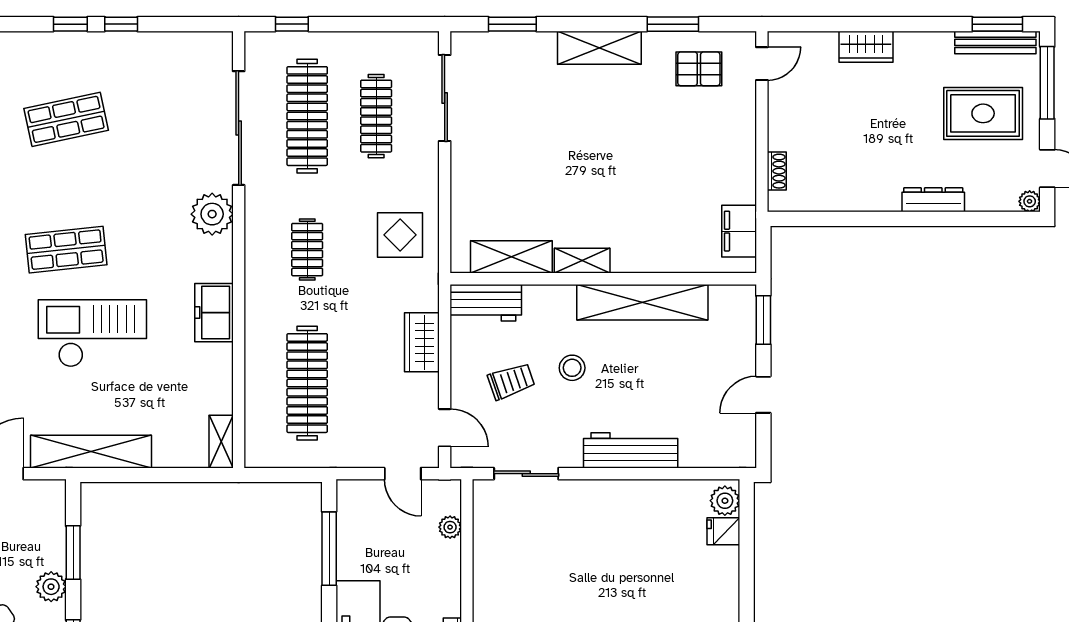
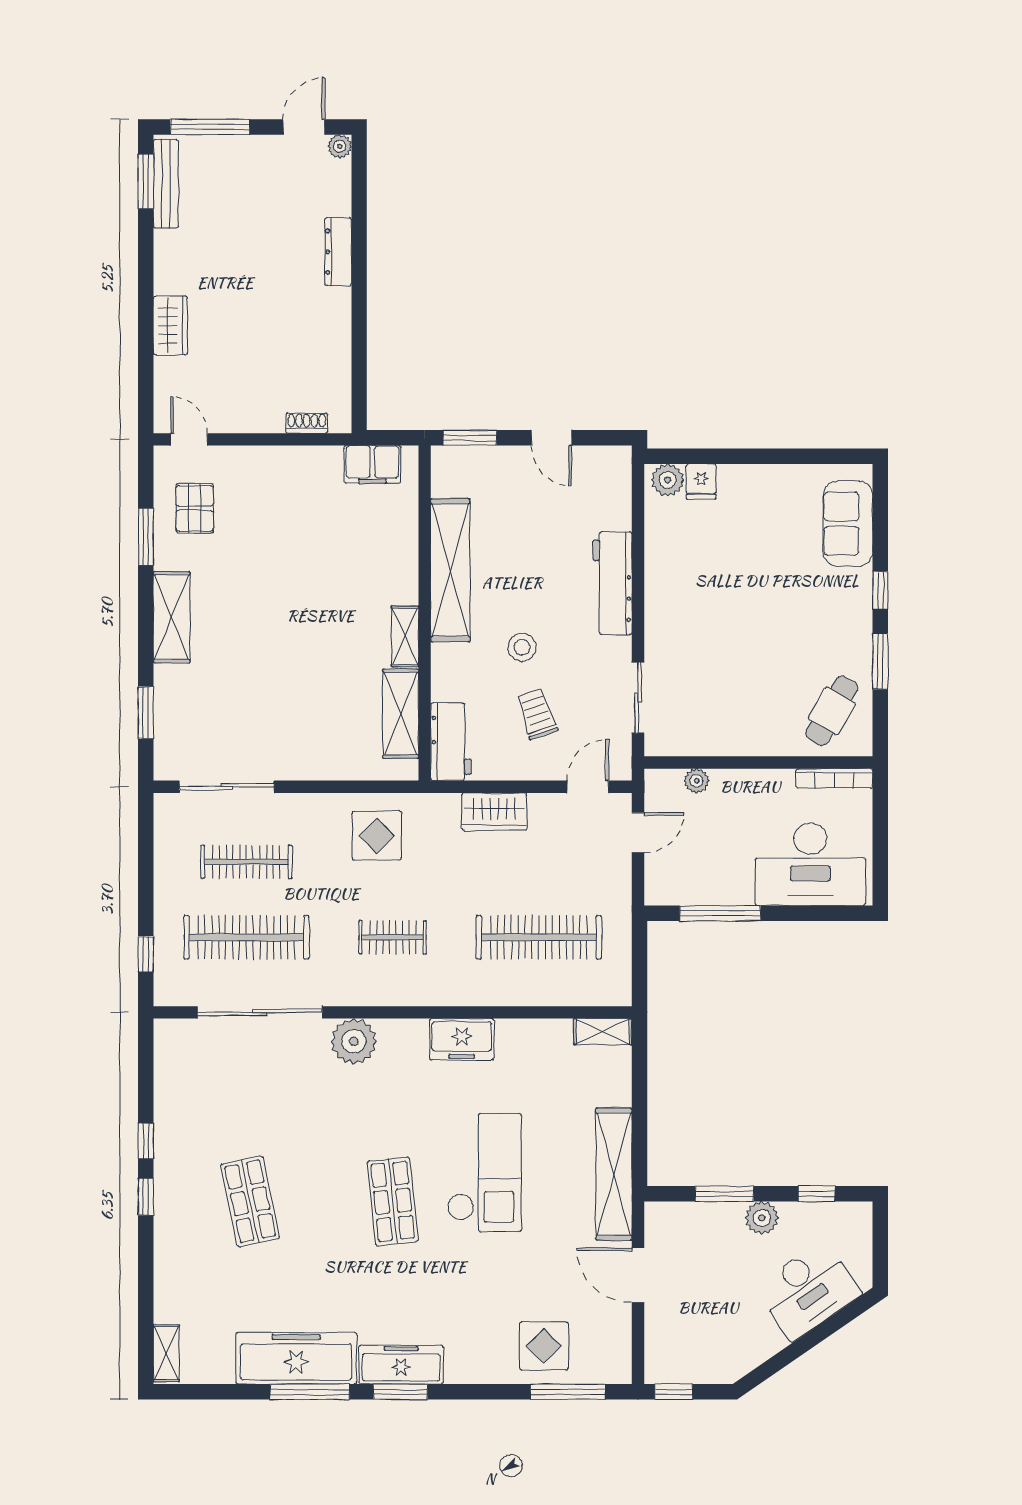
rug: (983, 113) -> (244, 197), removed
checkout: (92, 333) -> (484, 1173), turned 180

